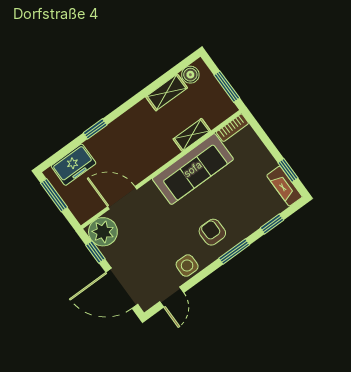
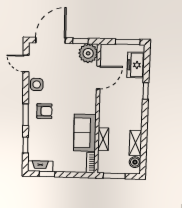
sofa: (193, 169) -> (85, 133), width x0.73

